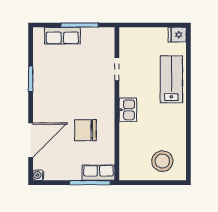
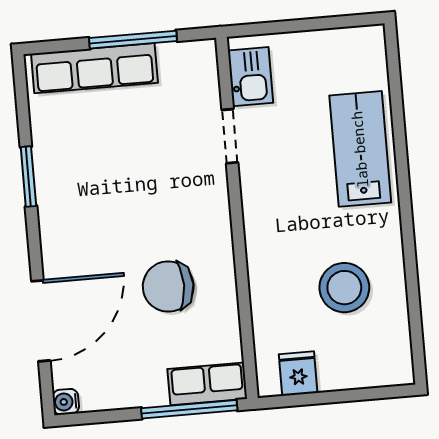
fridge: (177, 35) -> (298, 373), moved, turned 90
row of seats: (62, 36) -> (94, 68), width x1.48
kitchen sink: (128, 110) -> (251, 77), moved
stool: (162, 161) -> (344, 288), moved

